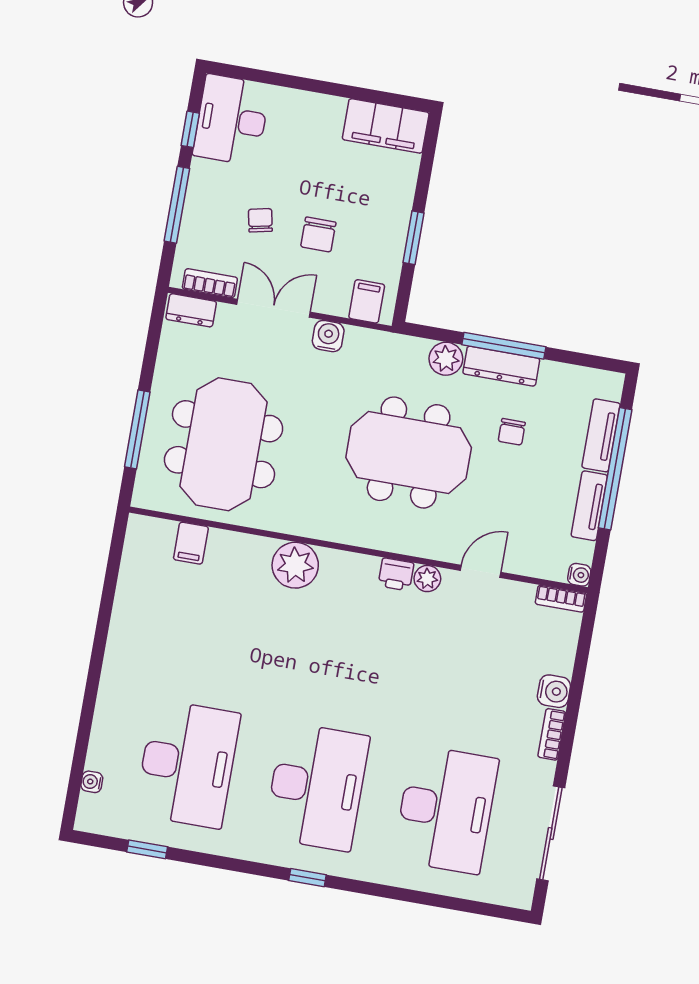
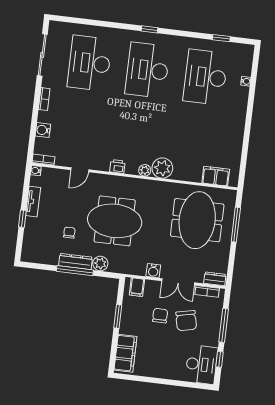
filing cabinet: (386, 126) -> (125, 353), moved, turned 90
chair: (260, 220) -> (186, 321), width x1.87, depth x1.87
tv unit: (601, 435) -> (30, 233), removed
window: (615, 469) -> (22, 219), width x0.32
filing cabinet: (191, 543) -> (216, 176), width x2.00
plant: (427, 579) -> (145, 170), moved
water cooler: (554, 691) -> (43, 130), moved
water cooler: (92, 782) -> (246, 81), moved

